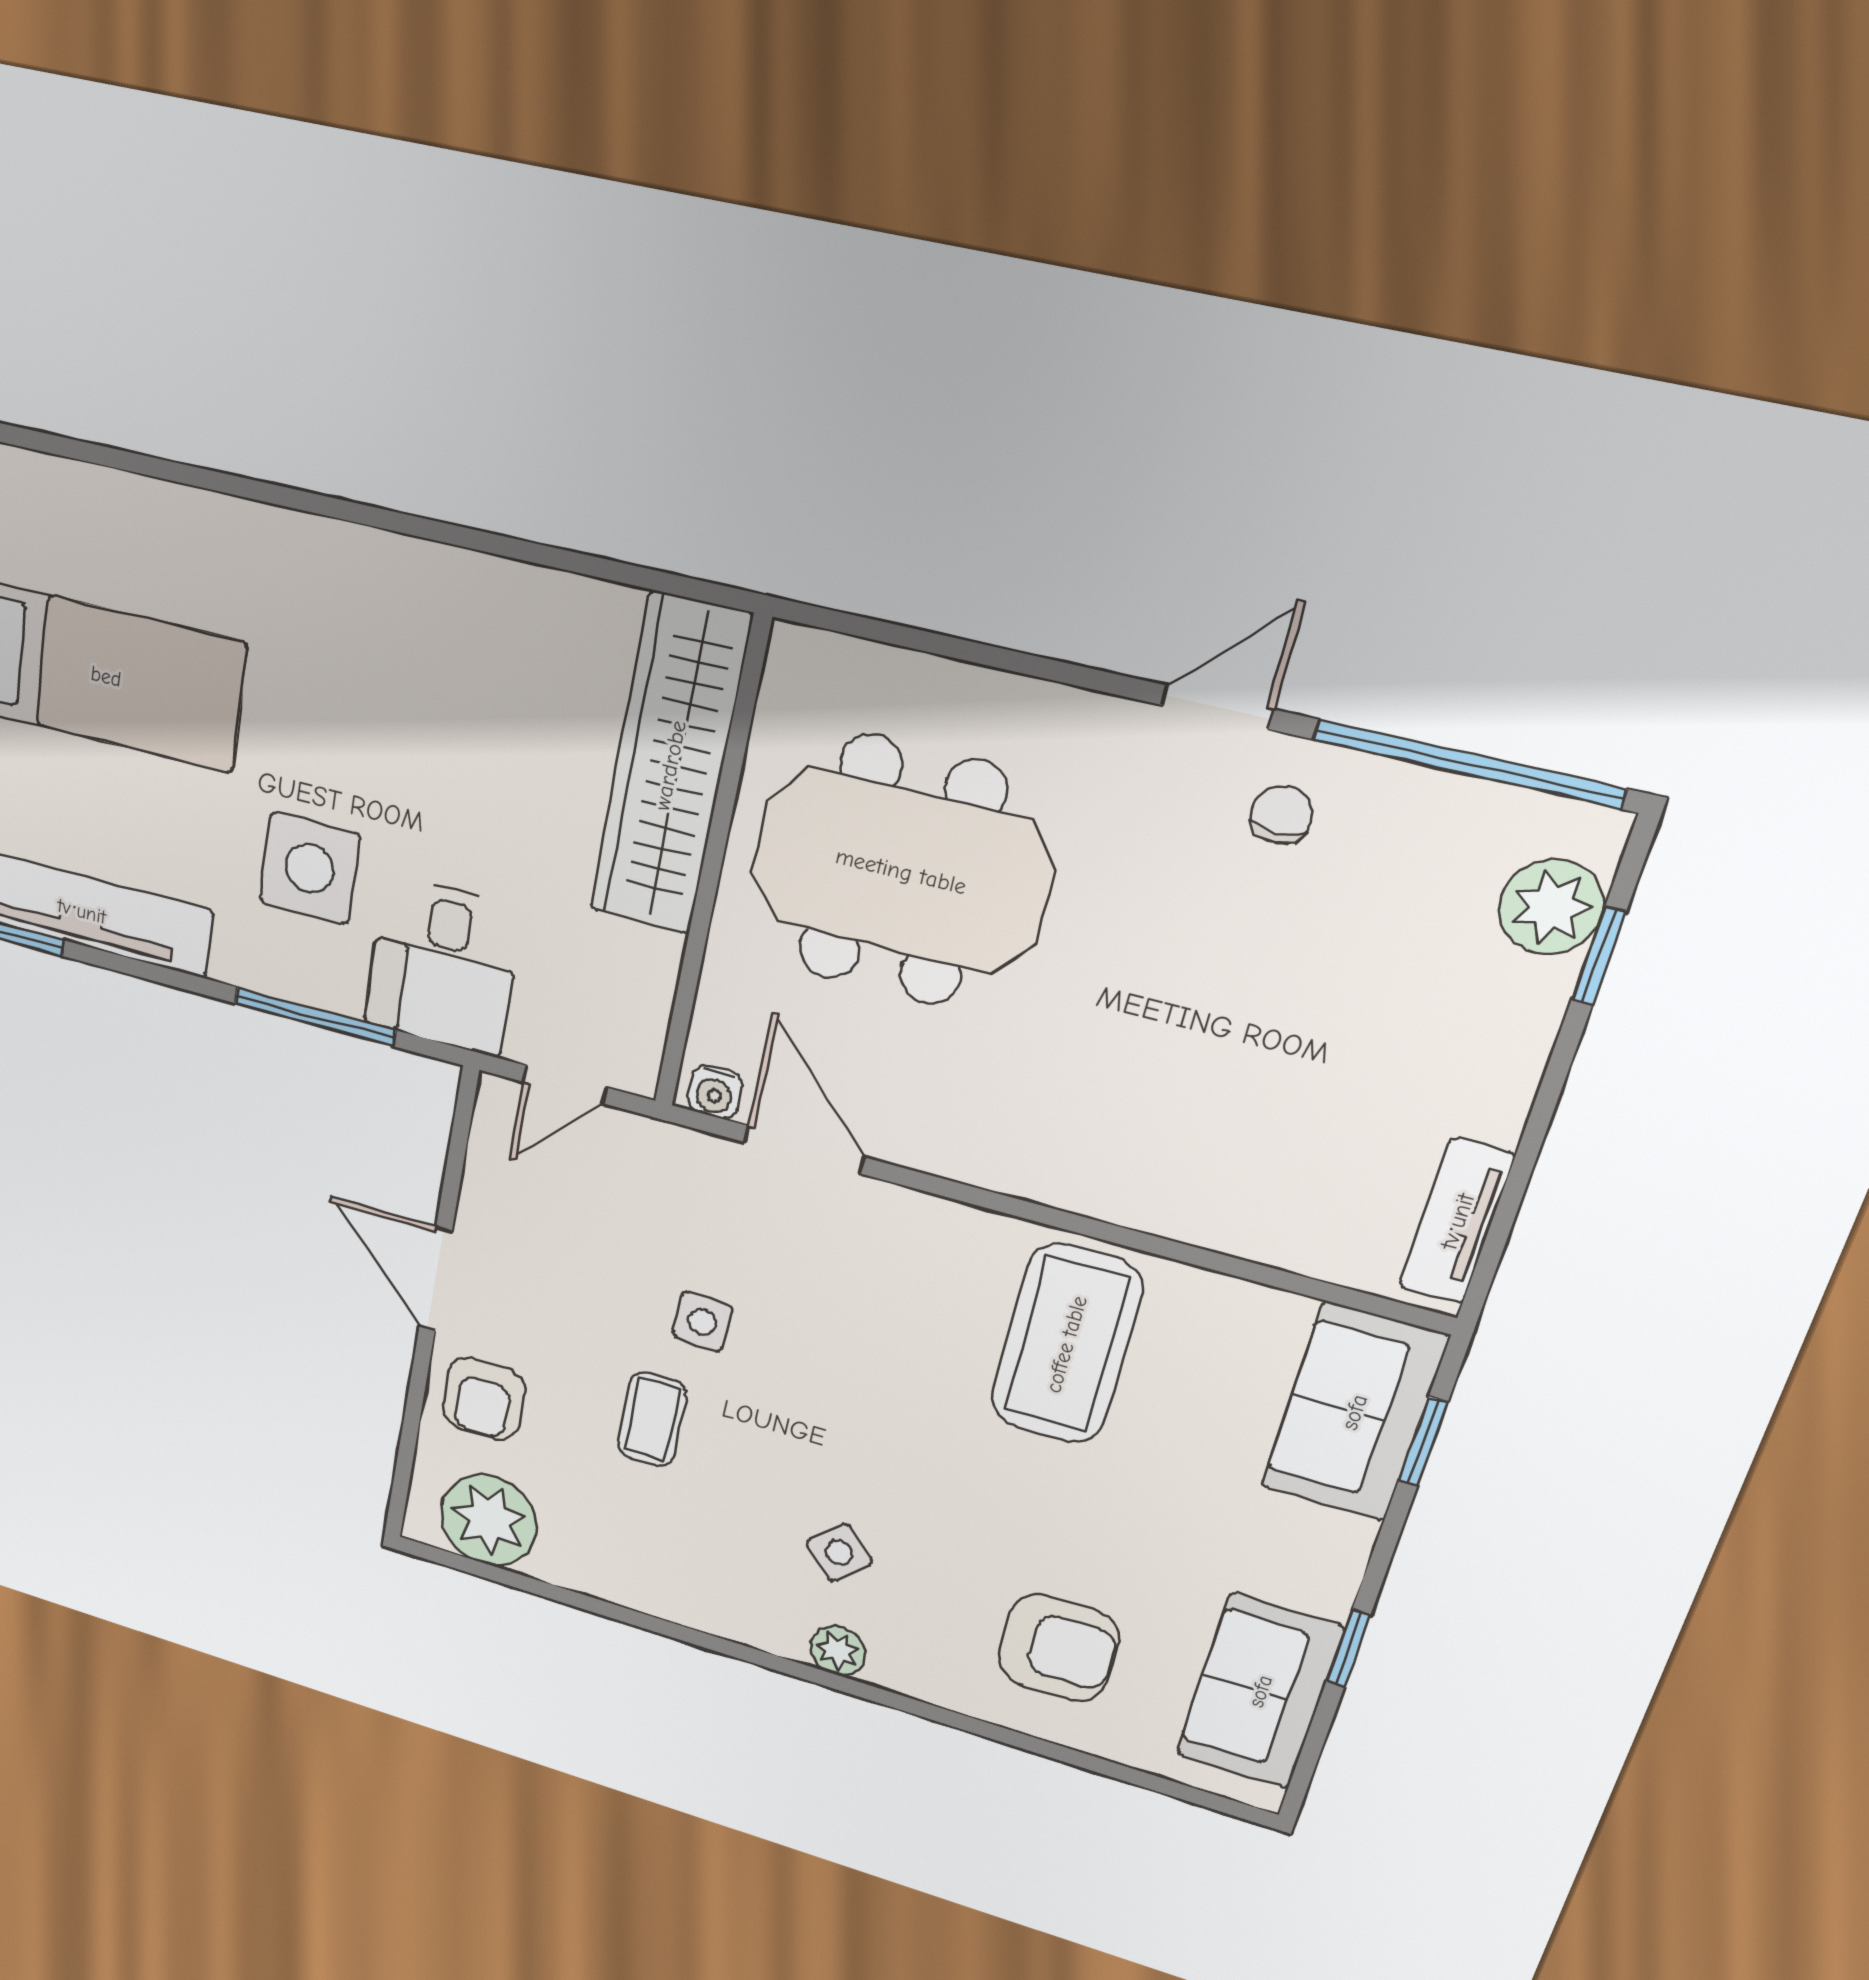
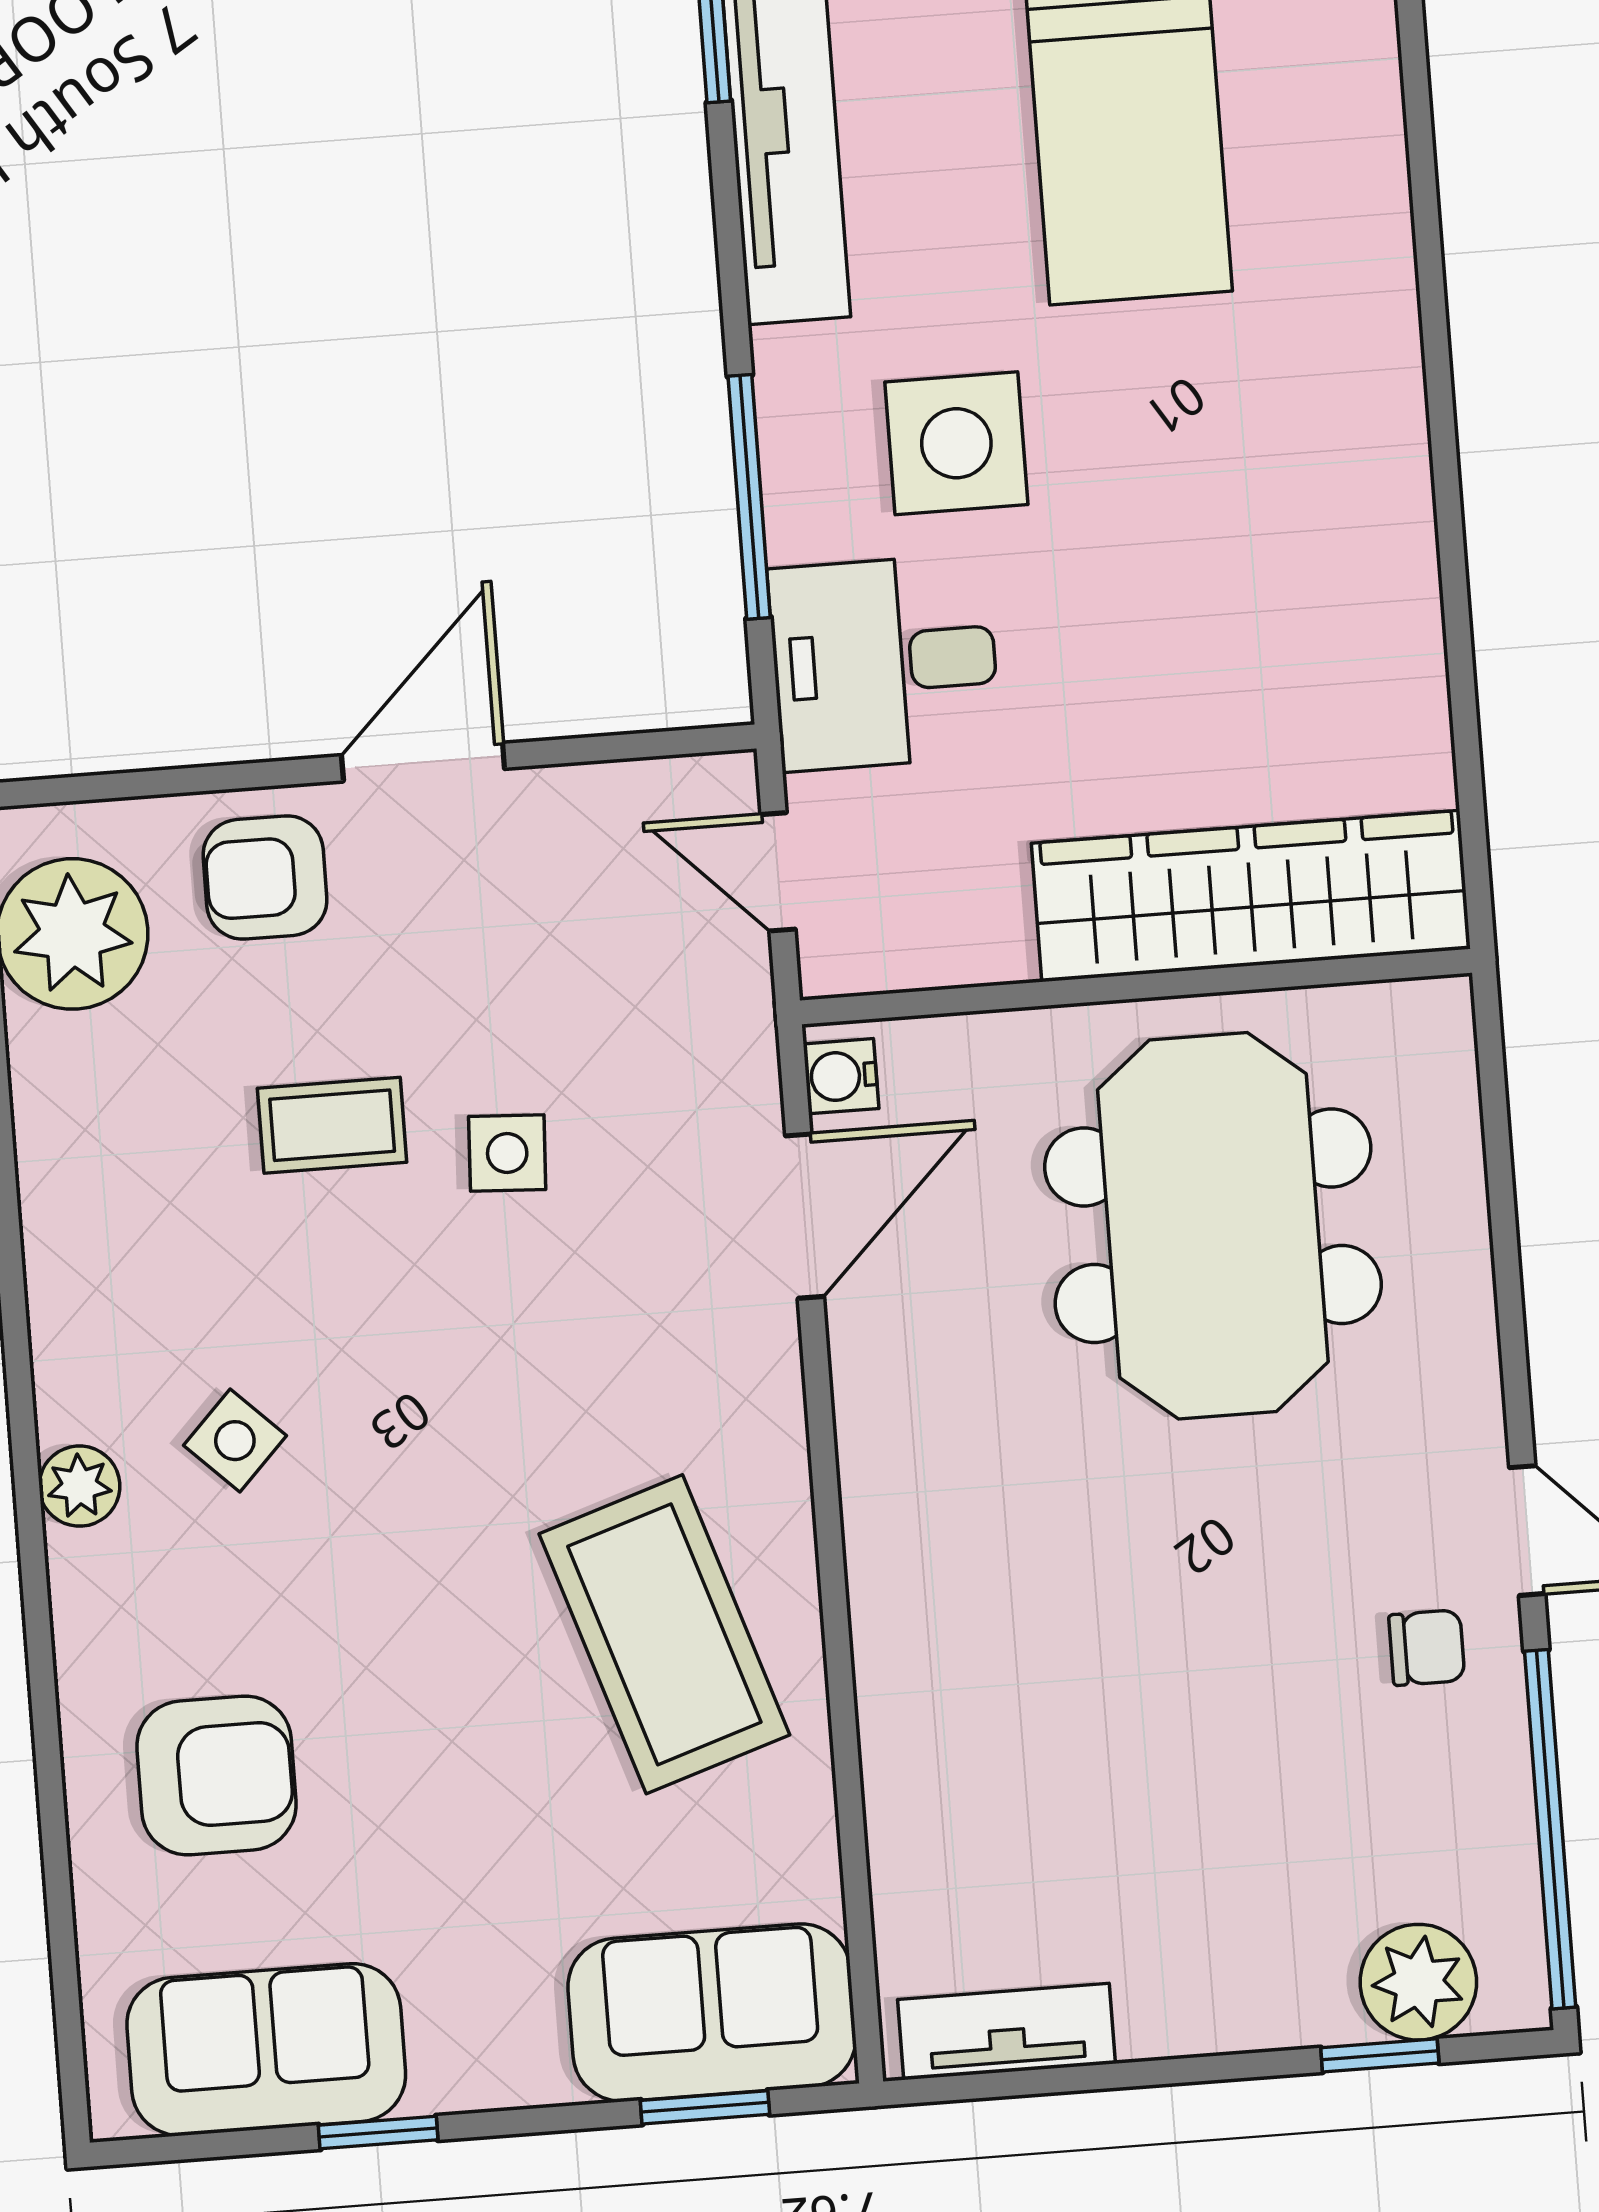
coffee table: (1066, 1344) -> (664, 1634), turned 72
armchair: (1059, 1648) -> (216, 1775), turned -90

